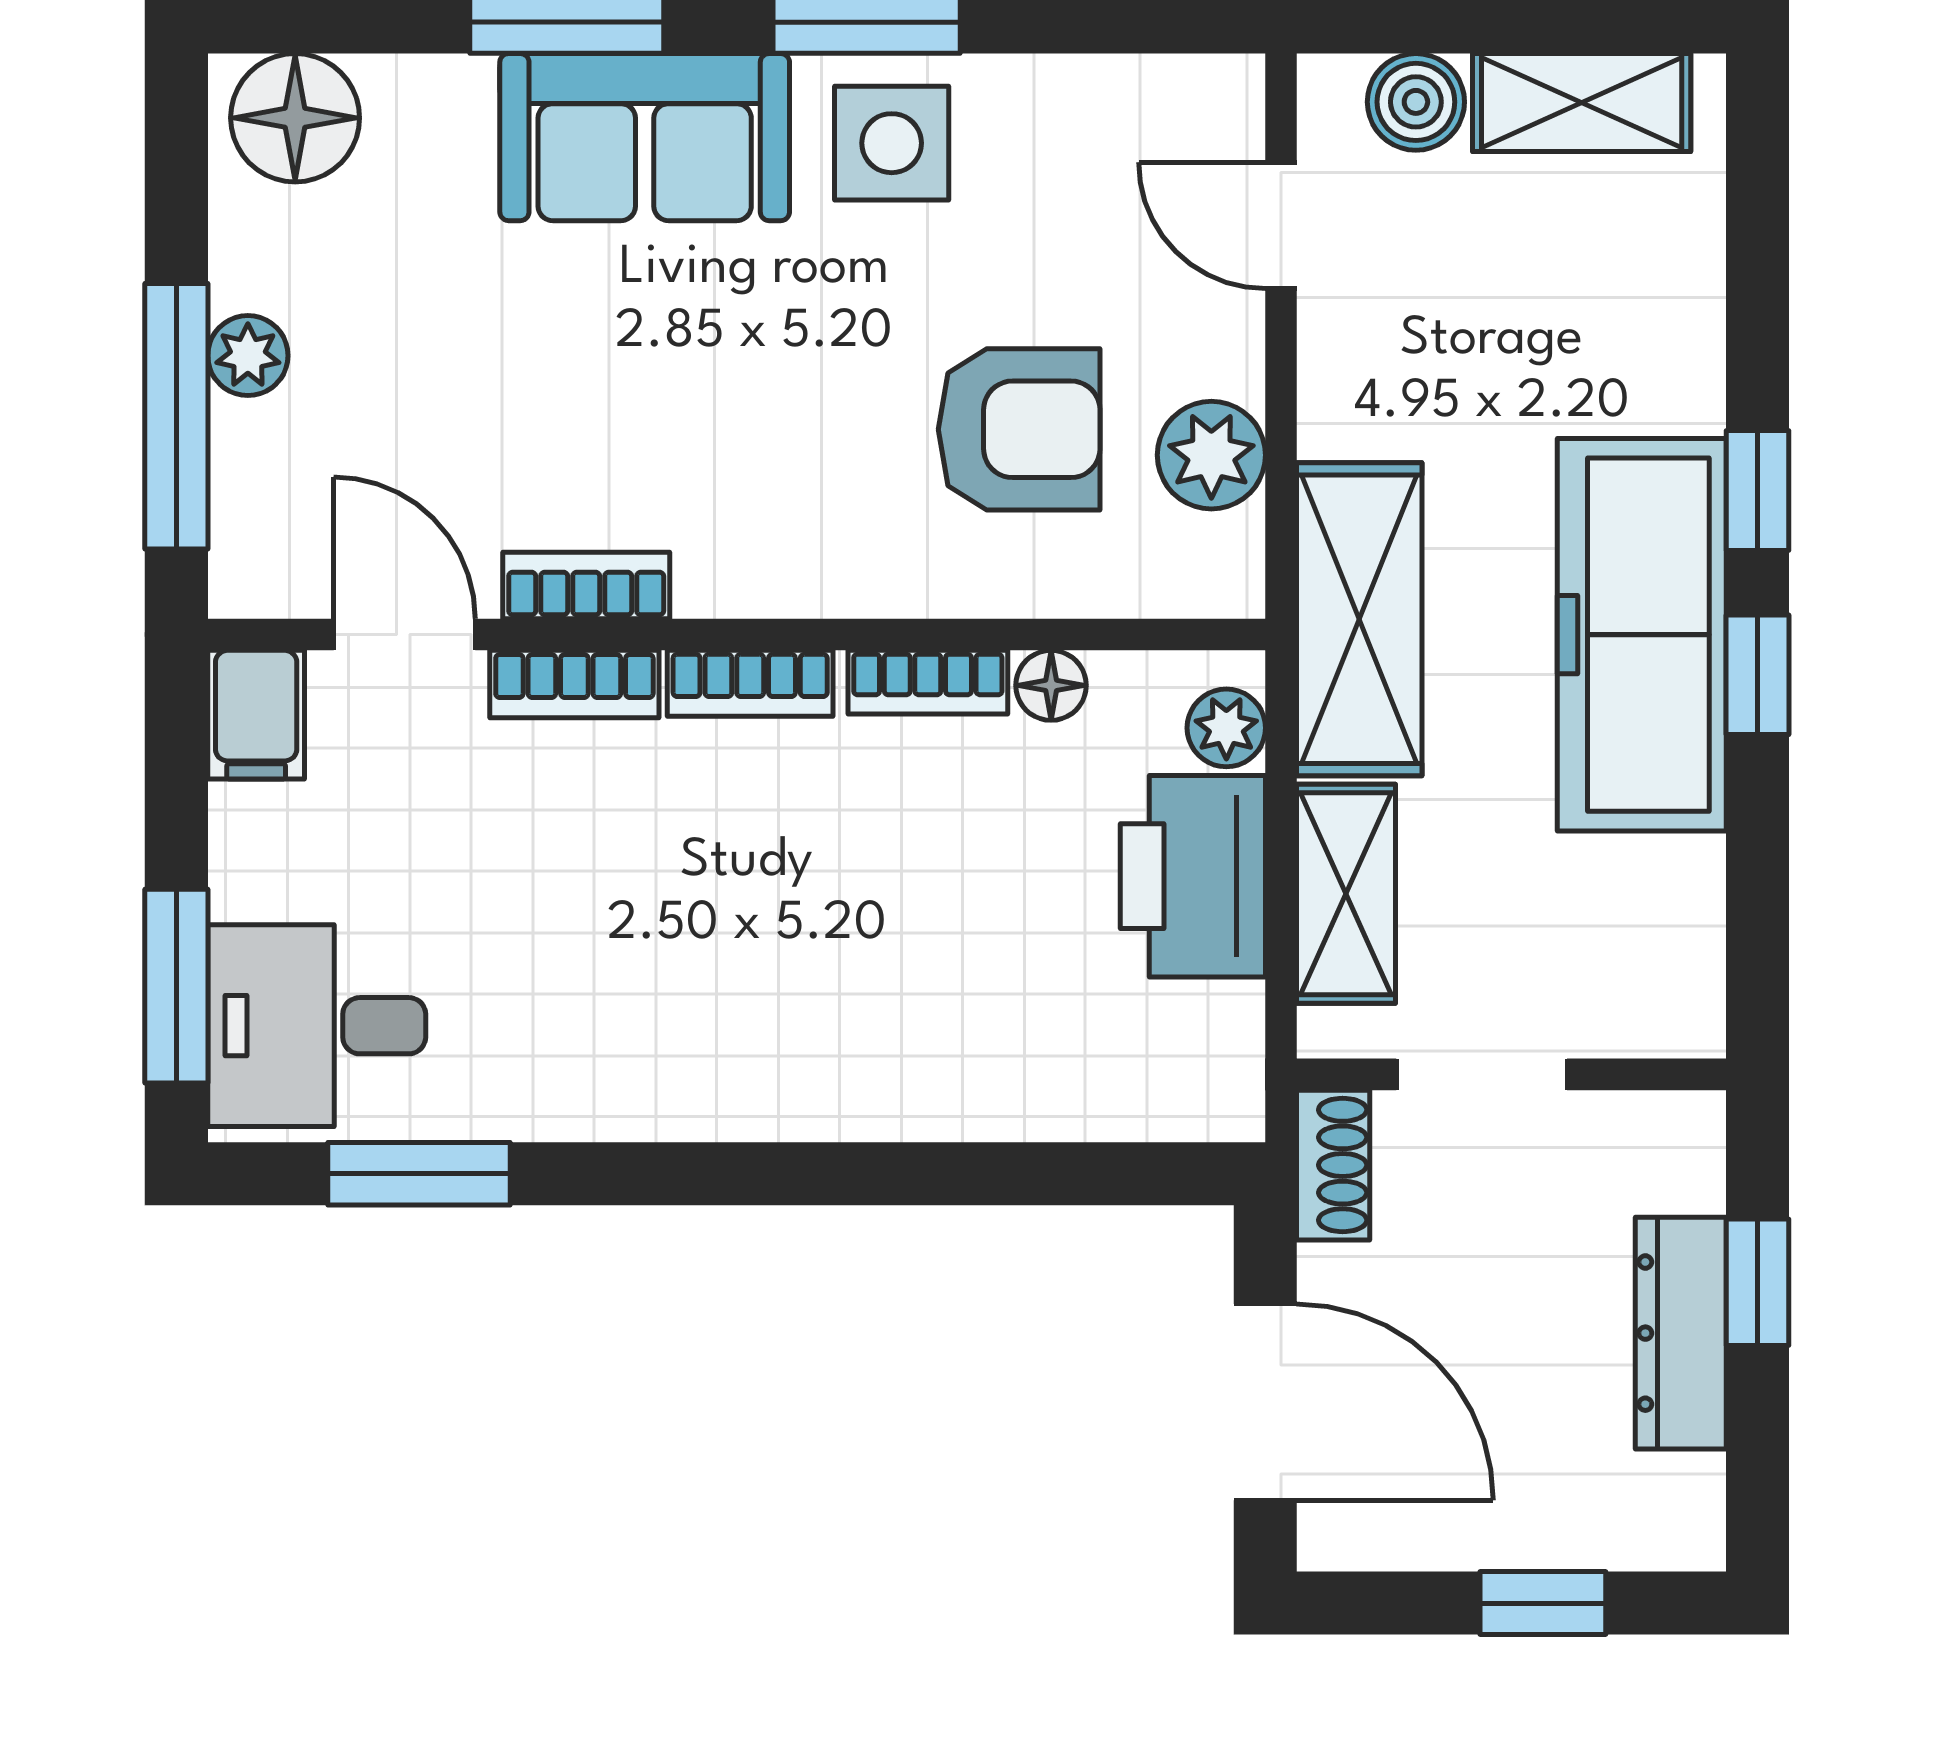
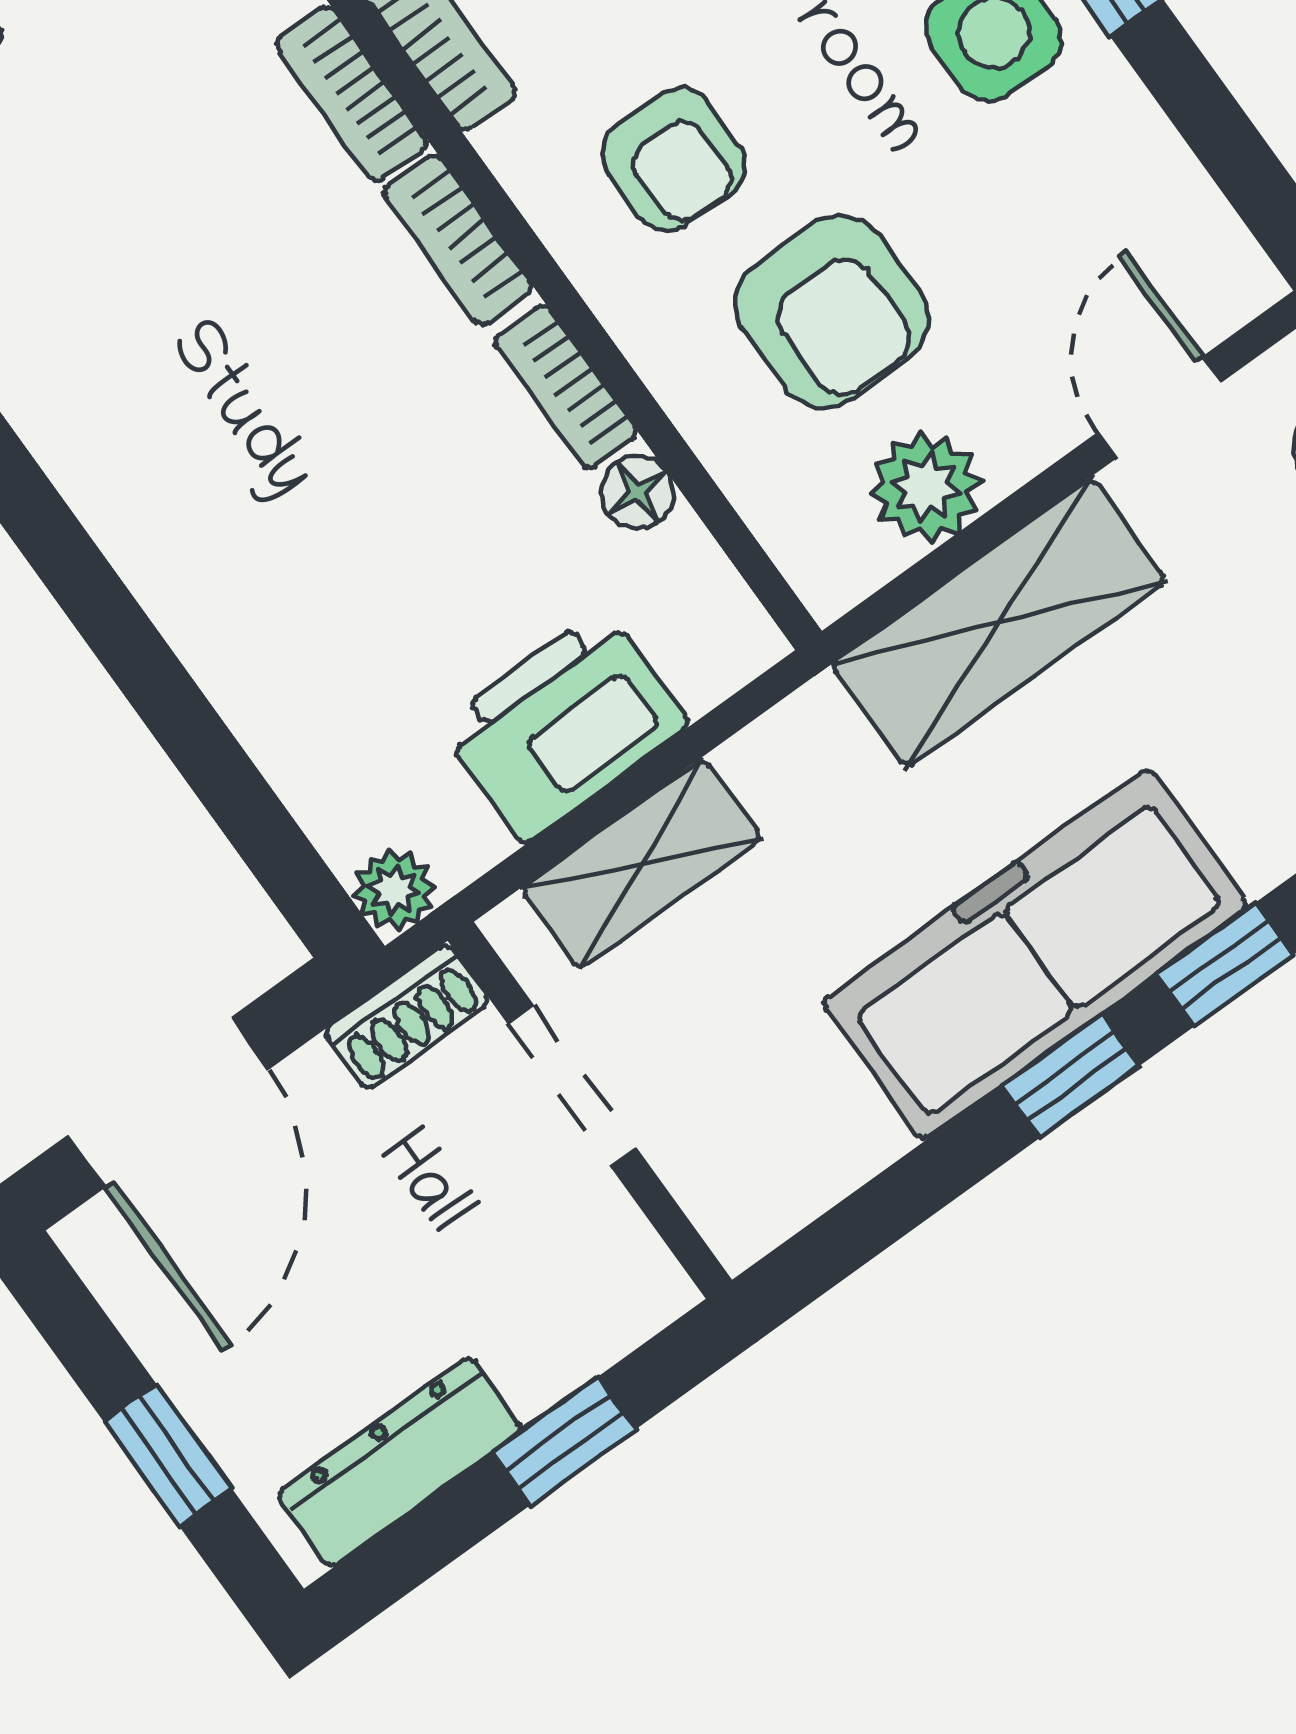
armchair: (809, 467) -> (674, 159), added
shelving: (1359, 619) -> (999, 623), moved
plant: (1226, 728) -> (394, 890), moved
dresser: (1681, 1333) -> (400, 1462), moved

